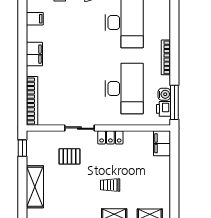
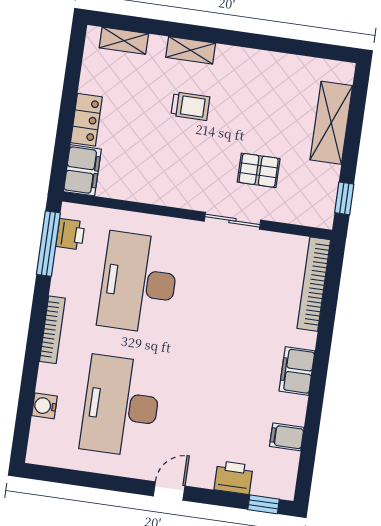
water cooler: (164, 94) -> (44, 406), moved
locker: (110, 137) -> (86, 120), moved, turned 90

